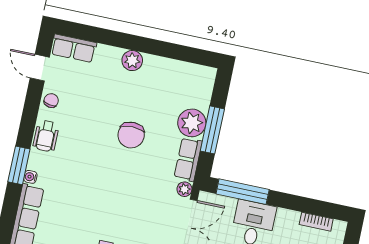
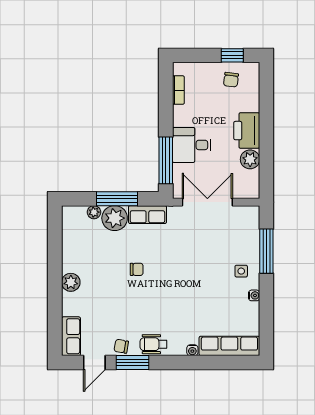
chair: (131, 135) -> (137, 269), width x0.54, depth x0.54
wheelchair: (46, 136) -> (153, 344), turned 180
window: (19, 165) -> (132, 363), moved
plant: (184, 189) -> (94, 212), moved

